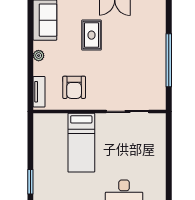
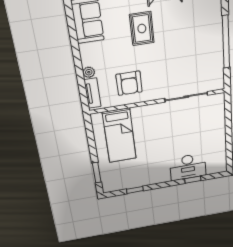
plant: (39, 56) -> (89, 72), moved
bed: (81, 143) -> (119, 136), moved

